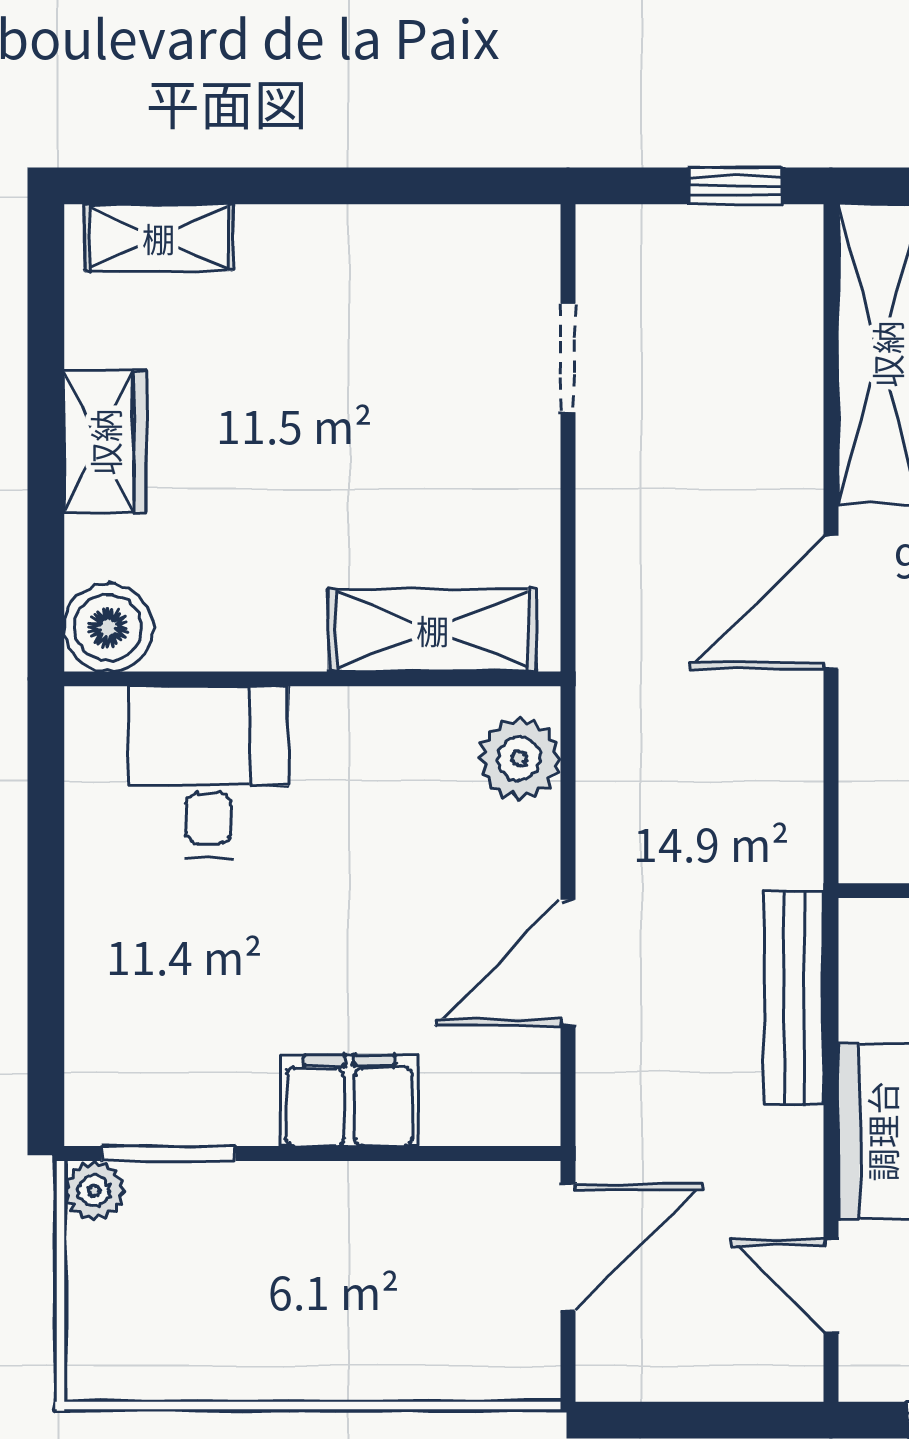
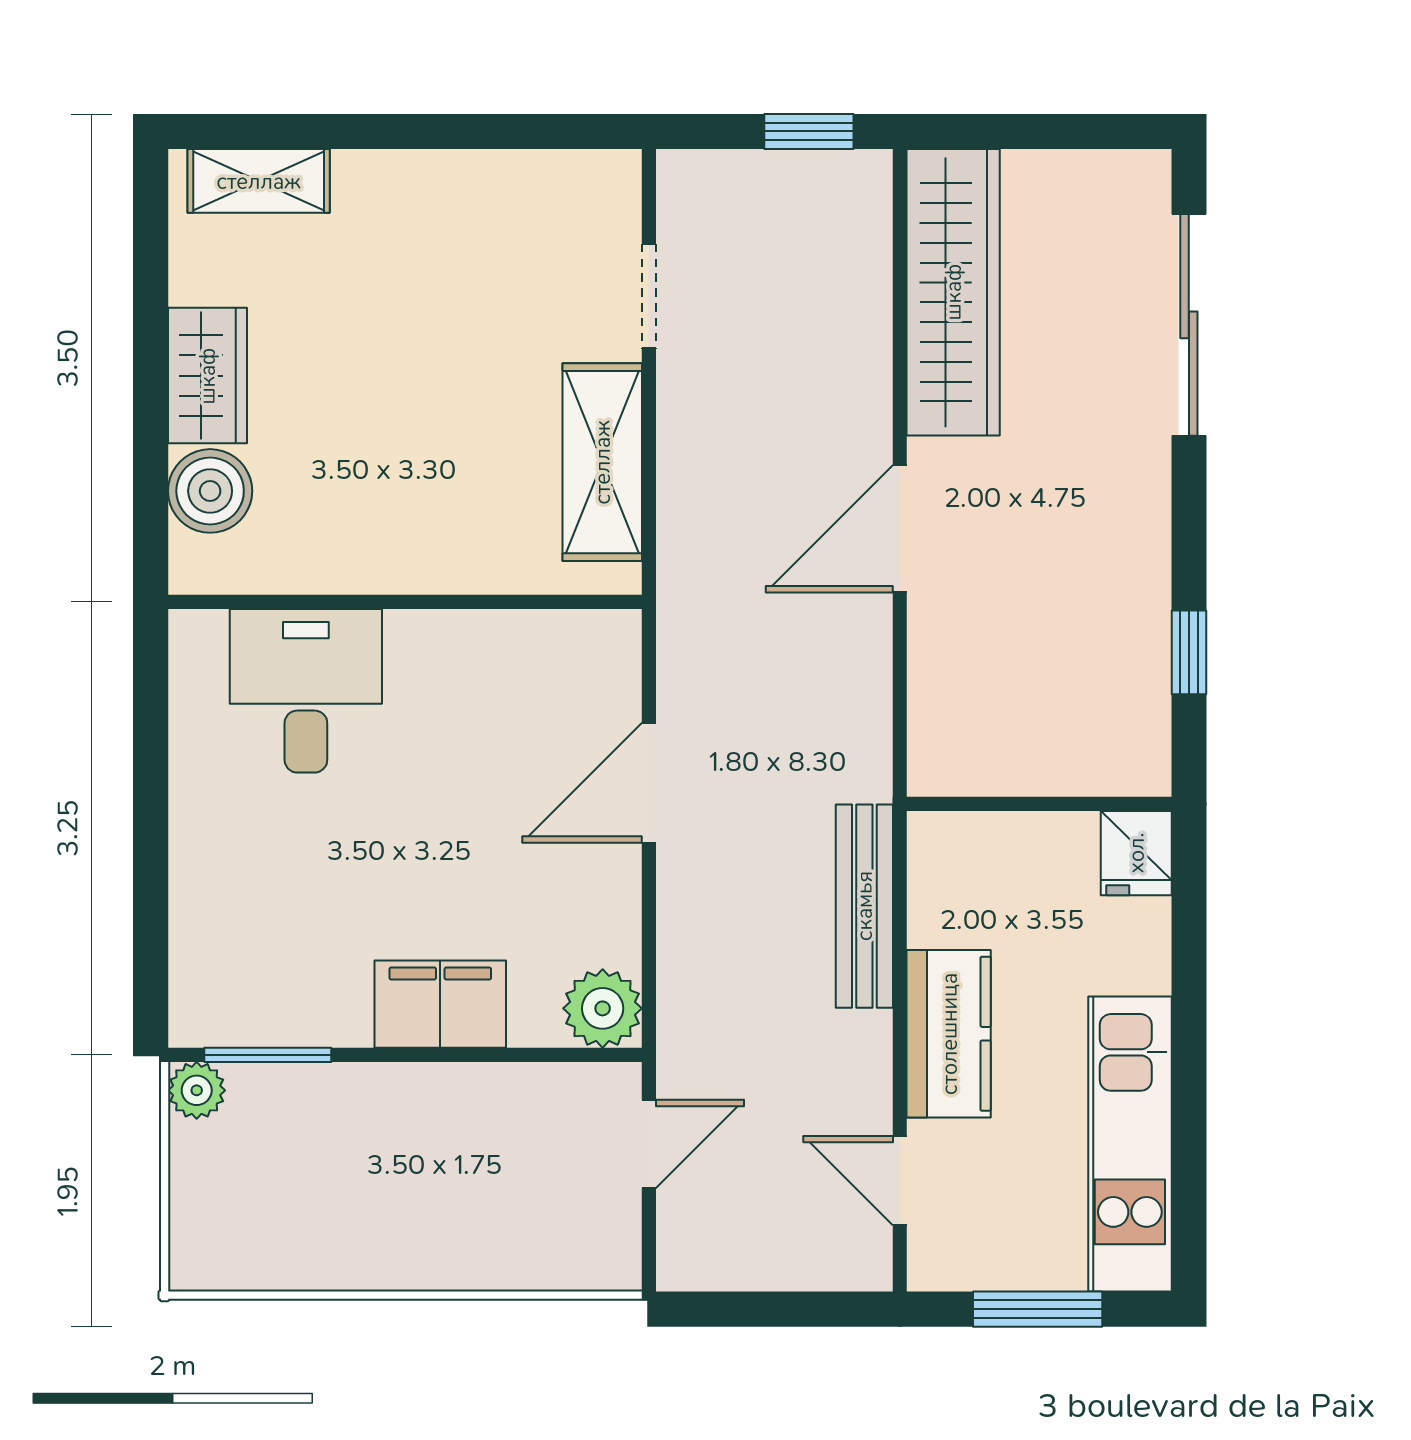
boiler: (108, 627) -> (210, 491), moved
shelving: (433, 630) -> (602, 462), moved, turned 90
plant: (519, 759) -> (603, 1008), moved
door: (568, 962) -> (649, 783), moved
door: (568, 1247) -> (649, 1144), width x0.73

